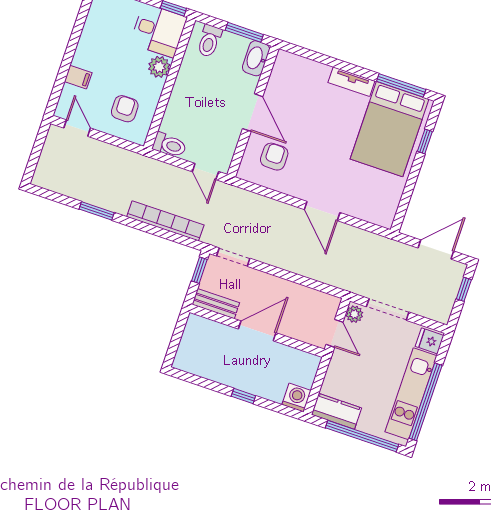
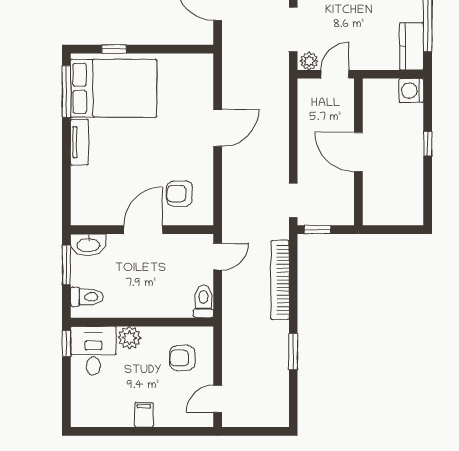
filing cabinet: (78, 77) -> (144, 415), moved
bench: (216, 304) -> (345, 202), removed

